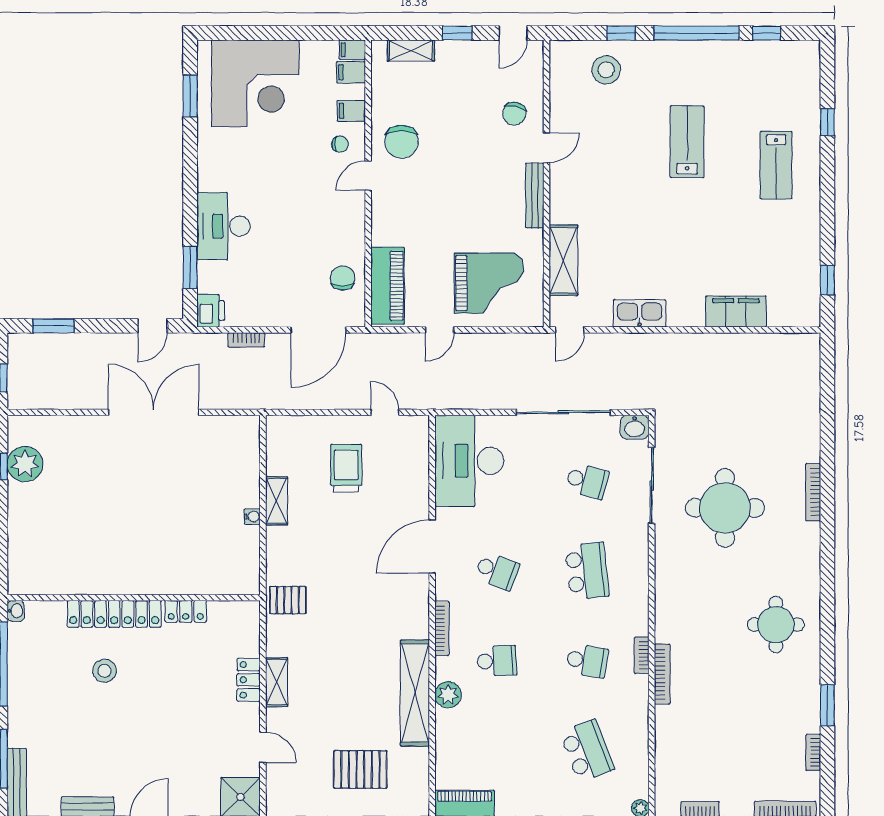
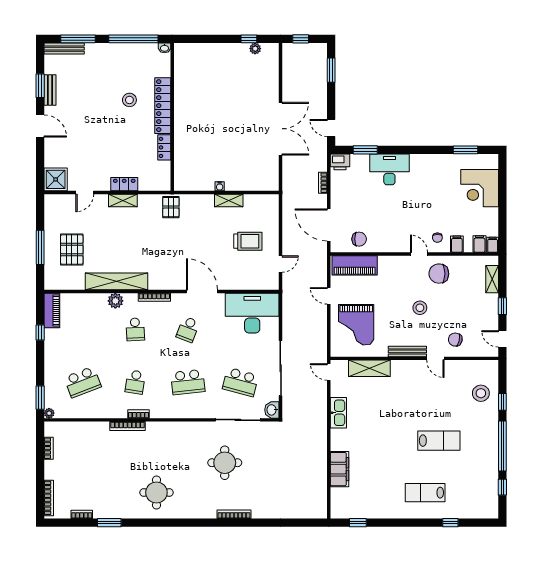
corner desk: (255, 83) -> (480, 188), width x0.74, depth x0.74
stool: (460, 174) -> (420, 308), added
plant: (25, 464) -> (255, 49), width x0.53, depth x0.53
school desk: (587, 481) -> (240, 382), width x1.85
round table: (725, 508) -> (225, 463), width x0.73, depth x0.73

